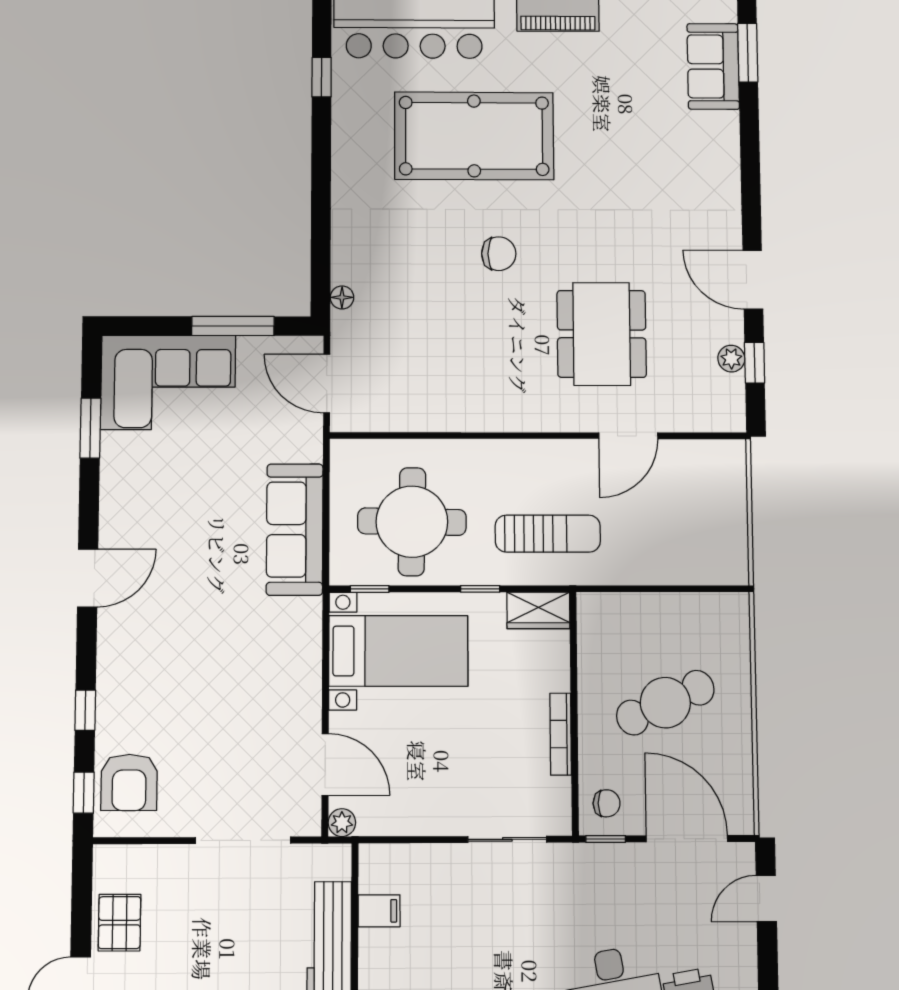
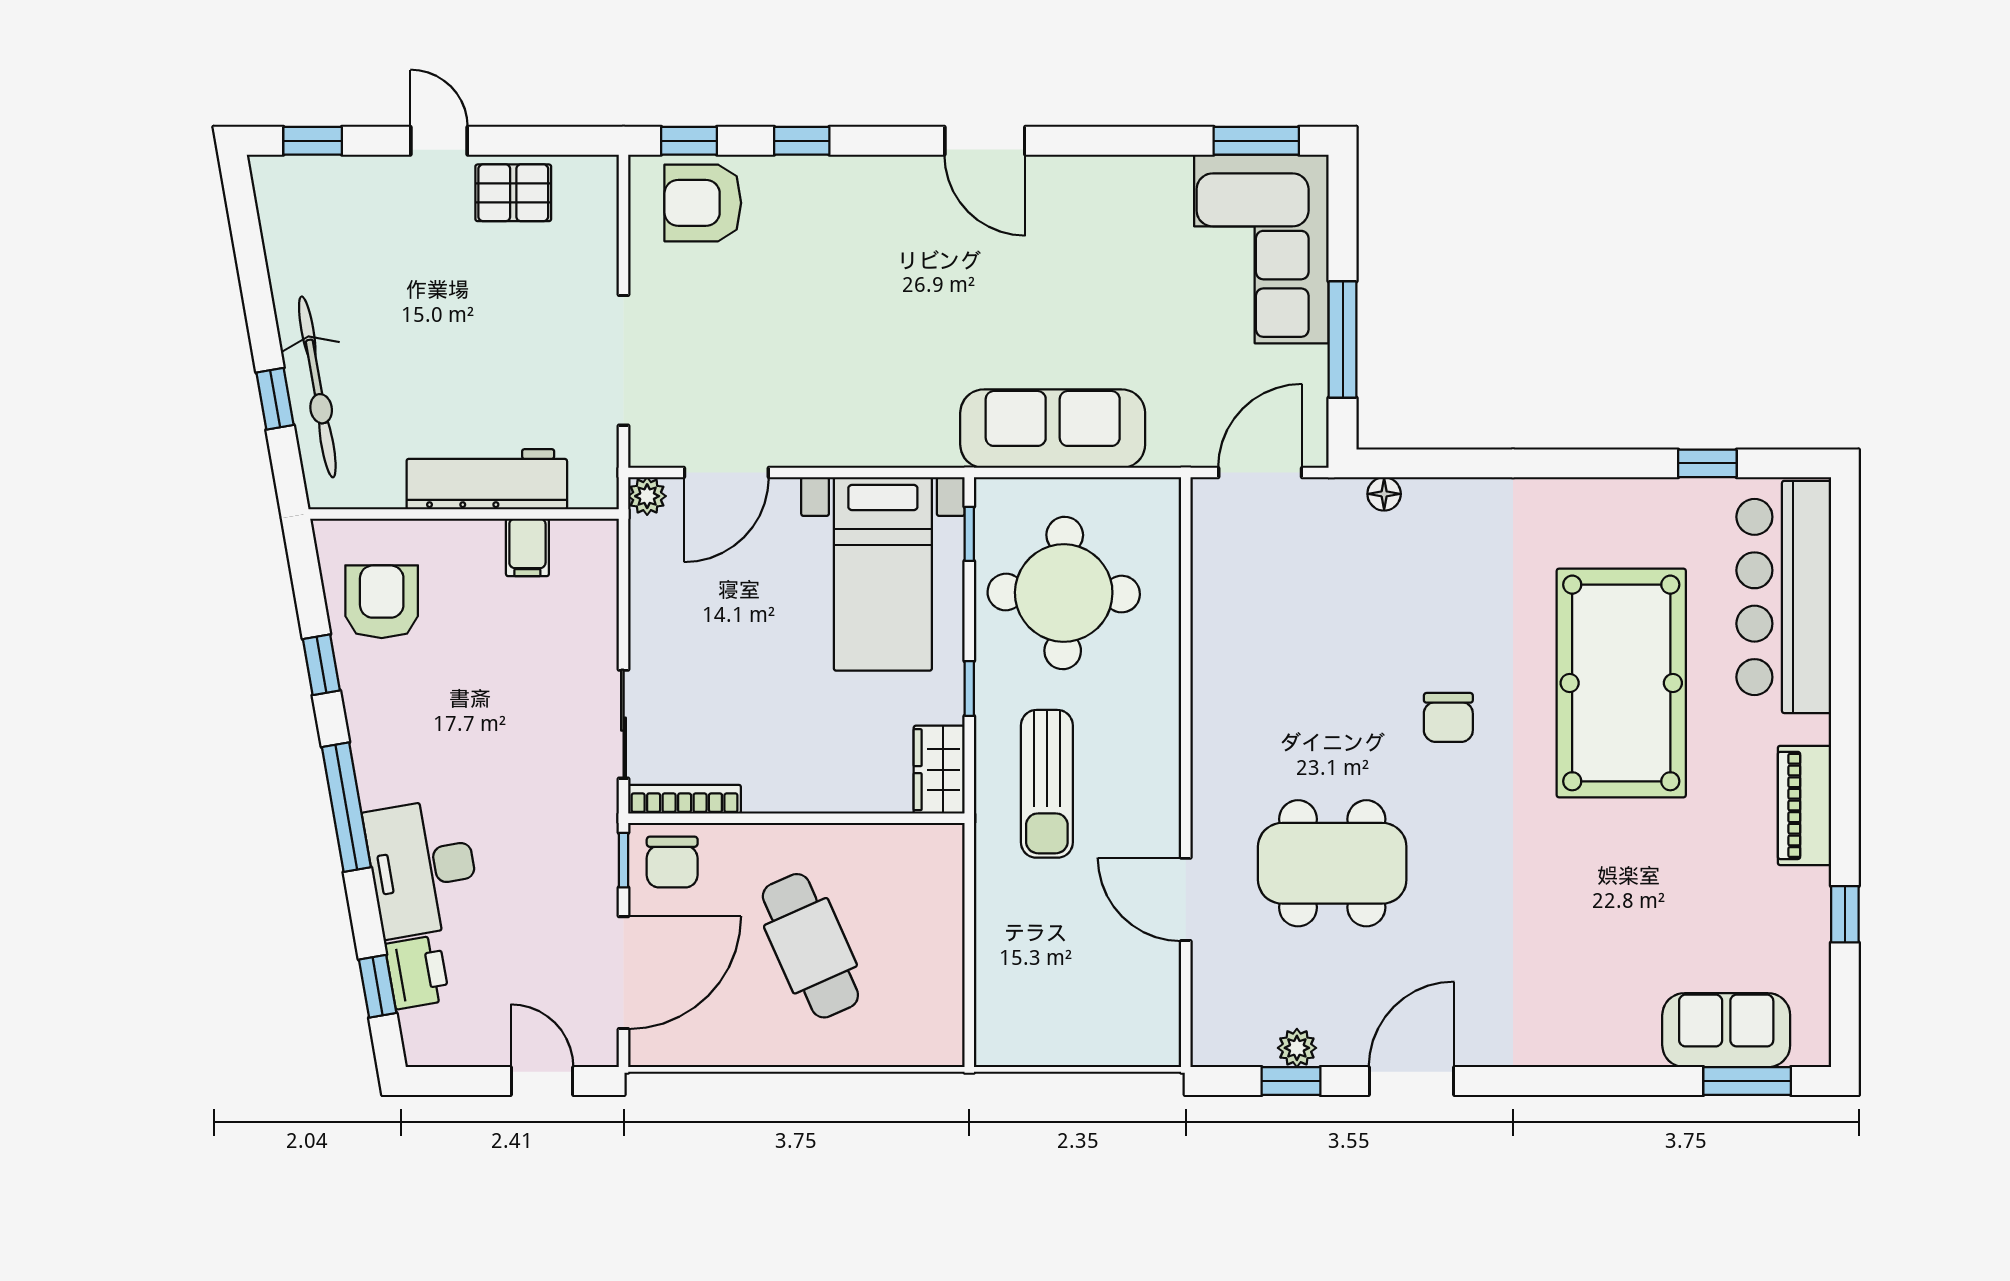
window: (90, 428) -> (1256, 141), moved
bookcase: (561, 734) -> (685, 799), moved
chair: (607, 803) -> (672, 862), width x1.37, depth x1.37

